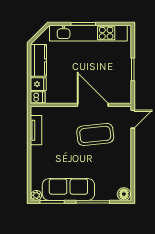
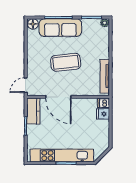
kitchen counter: (38, 60) -> (33, 111), moved, turned 180
tv unit: (36, 130) -> (105, 76), width x1.41
coffee table: (95, 134) -> (66, 62), moved
sofa: (68, 190) -> (60, 28), moved

